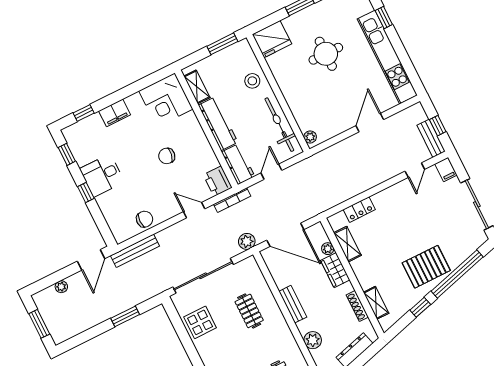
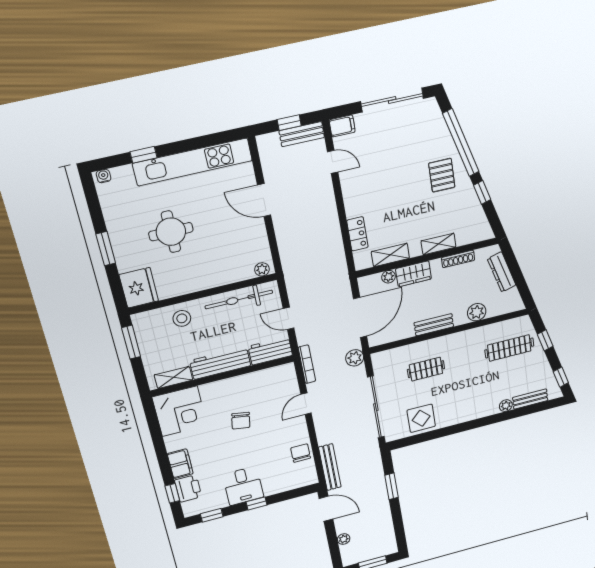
printer: (218, 181) -> (188, 488), moved, turned -90
pallet: (426, 267) -> (442, 175), width x0.67, depth x0.71
shelving: (376, 303) -> (439, 244), moved

